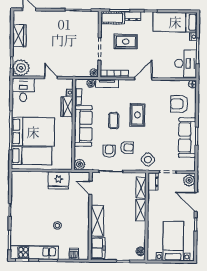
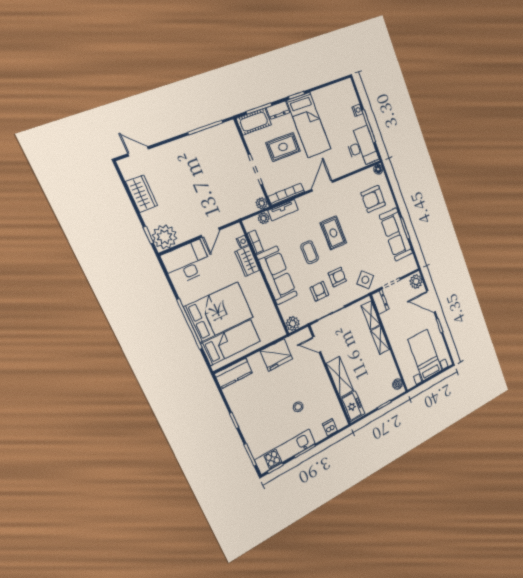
bed: (175, 22) -> (309, 125), moved, turned -90
door: (51, 78) -> (210, 233), swing flipped
desk: (23, 90) -> (187, 263), width x1.37
kitchen counter: (24, 178) -> (234, 373), added

